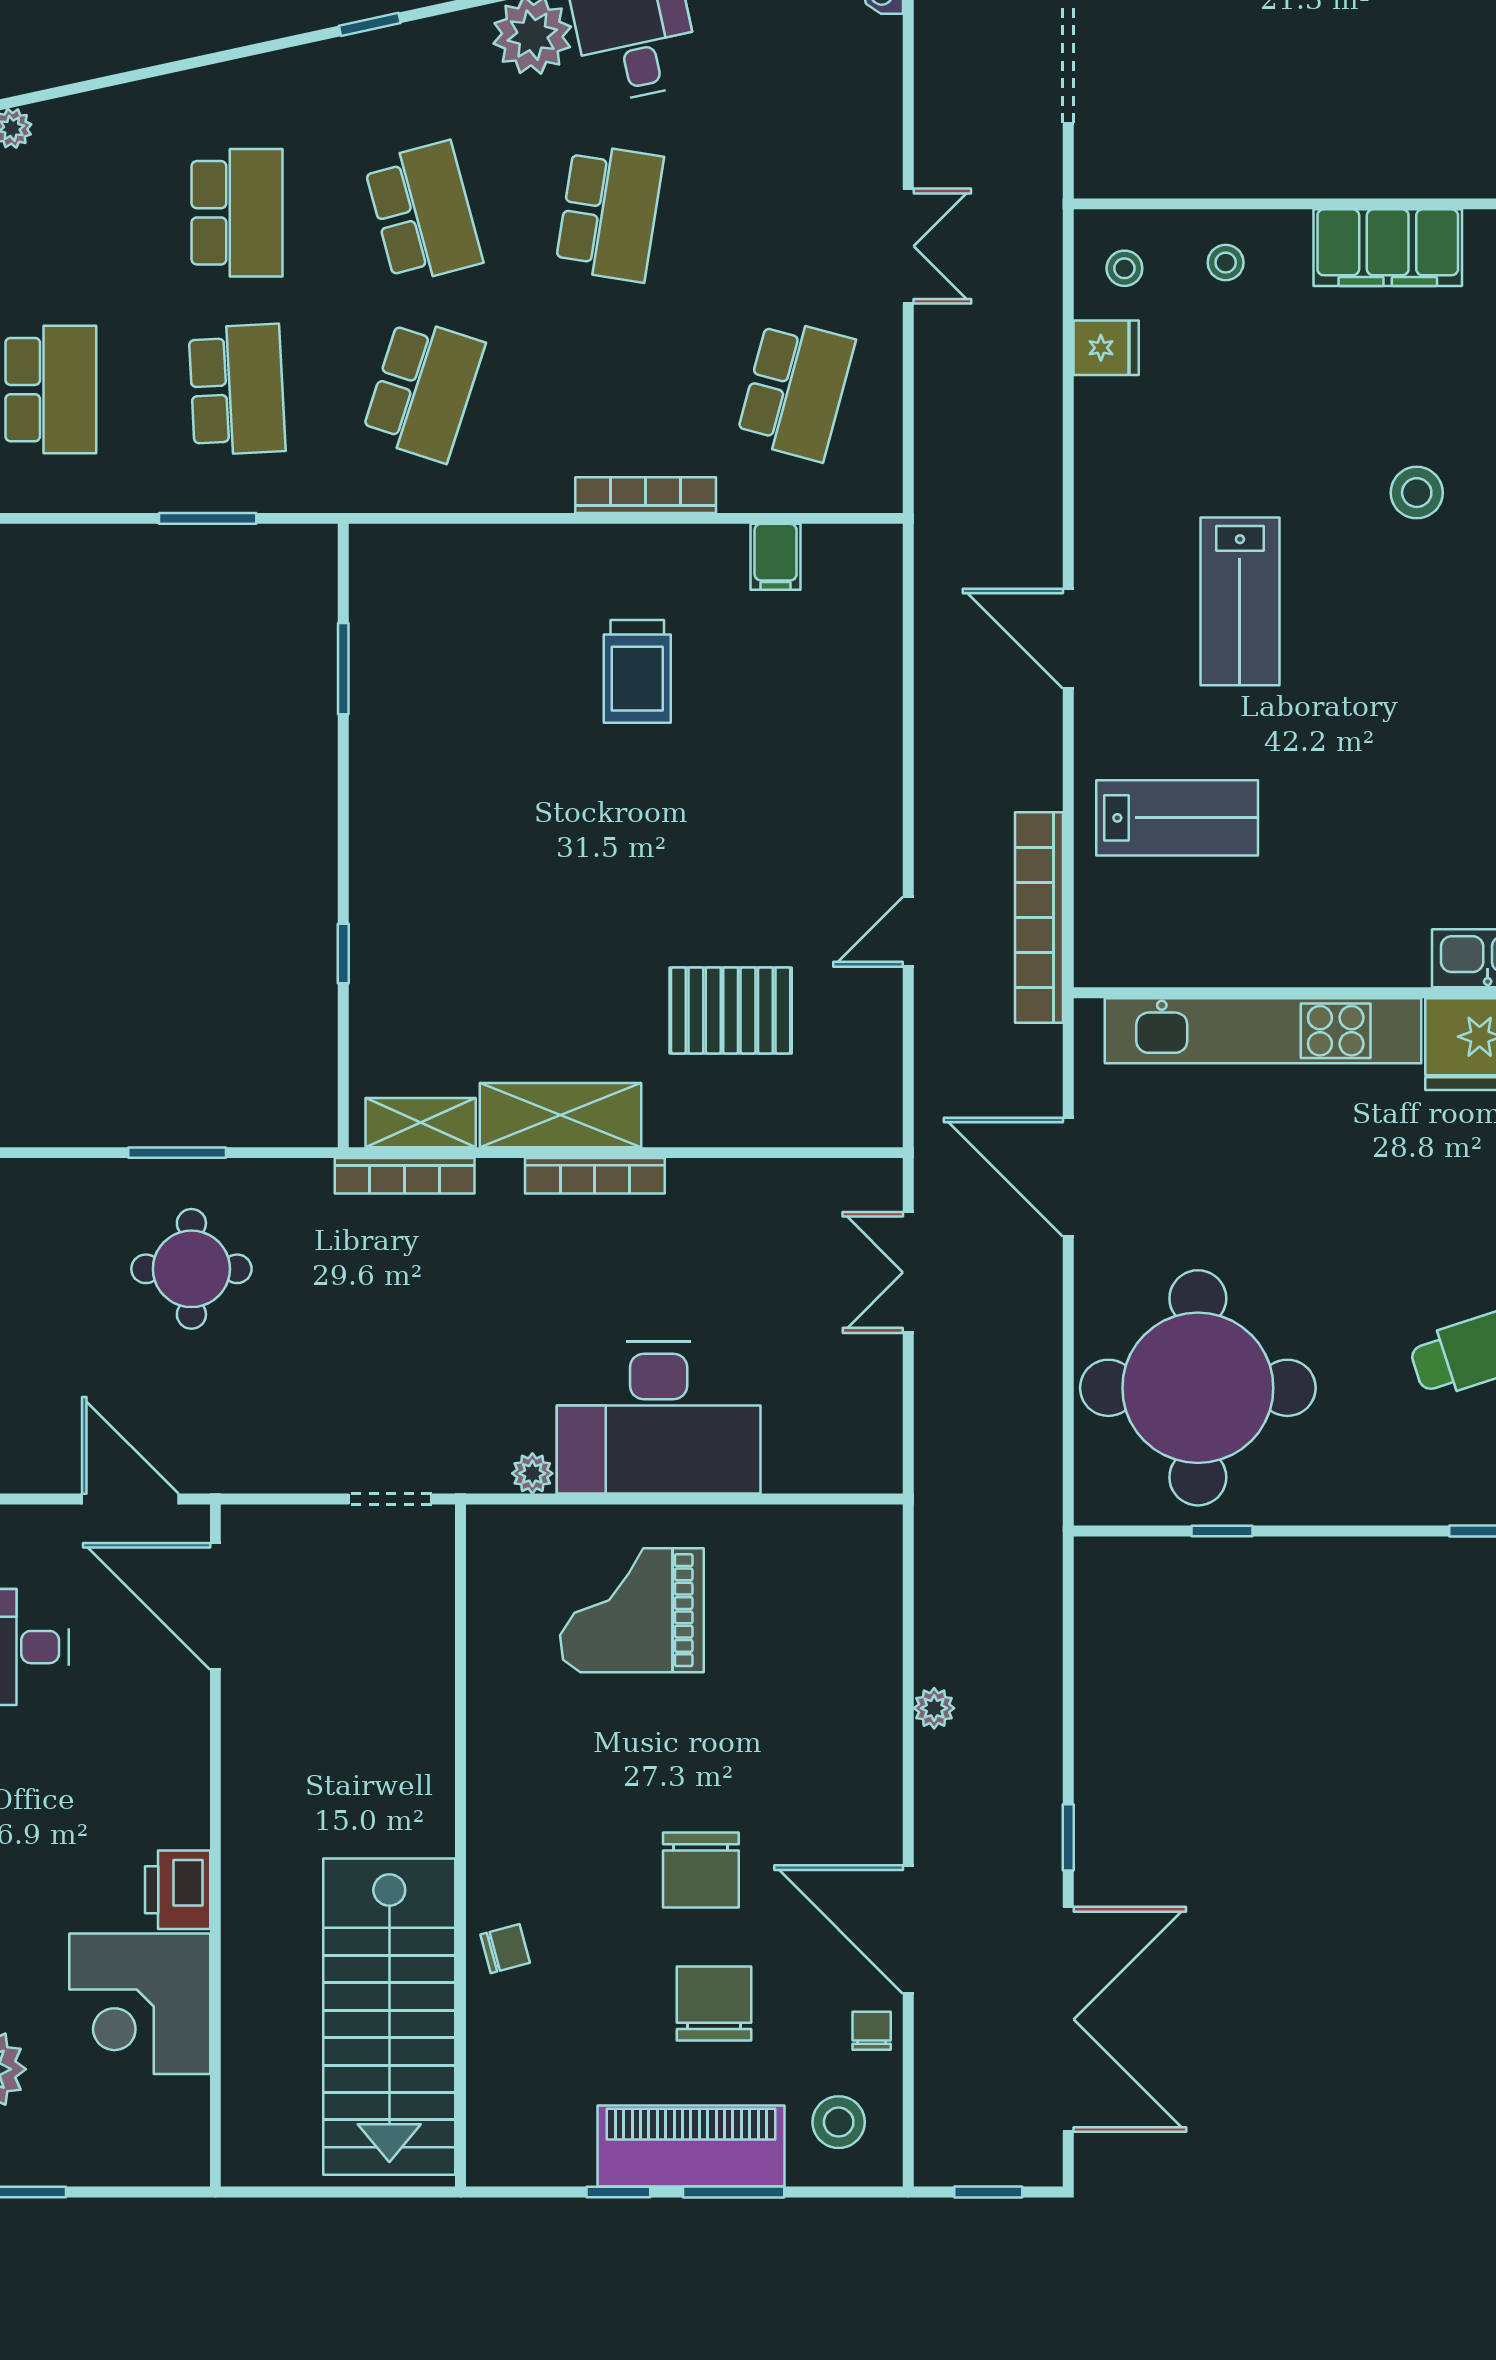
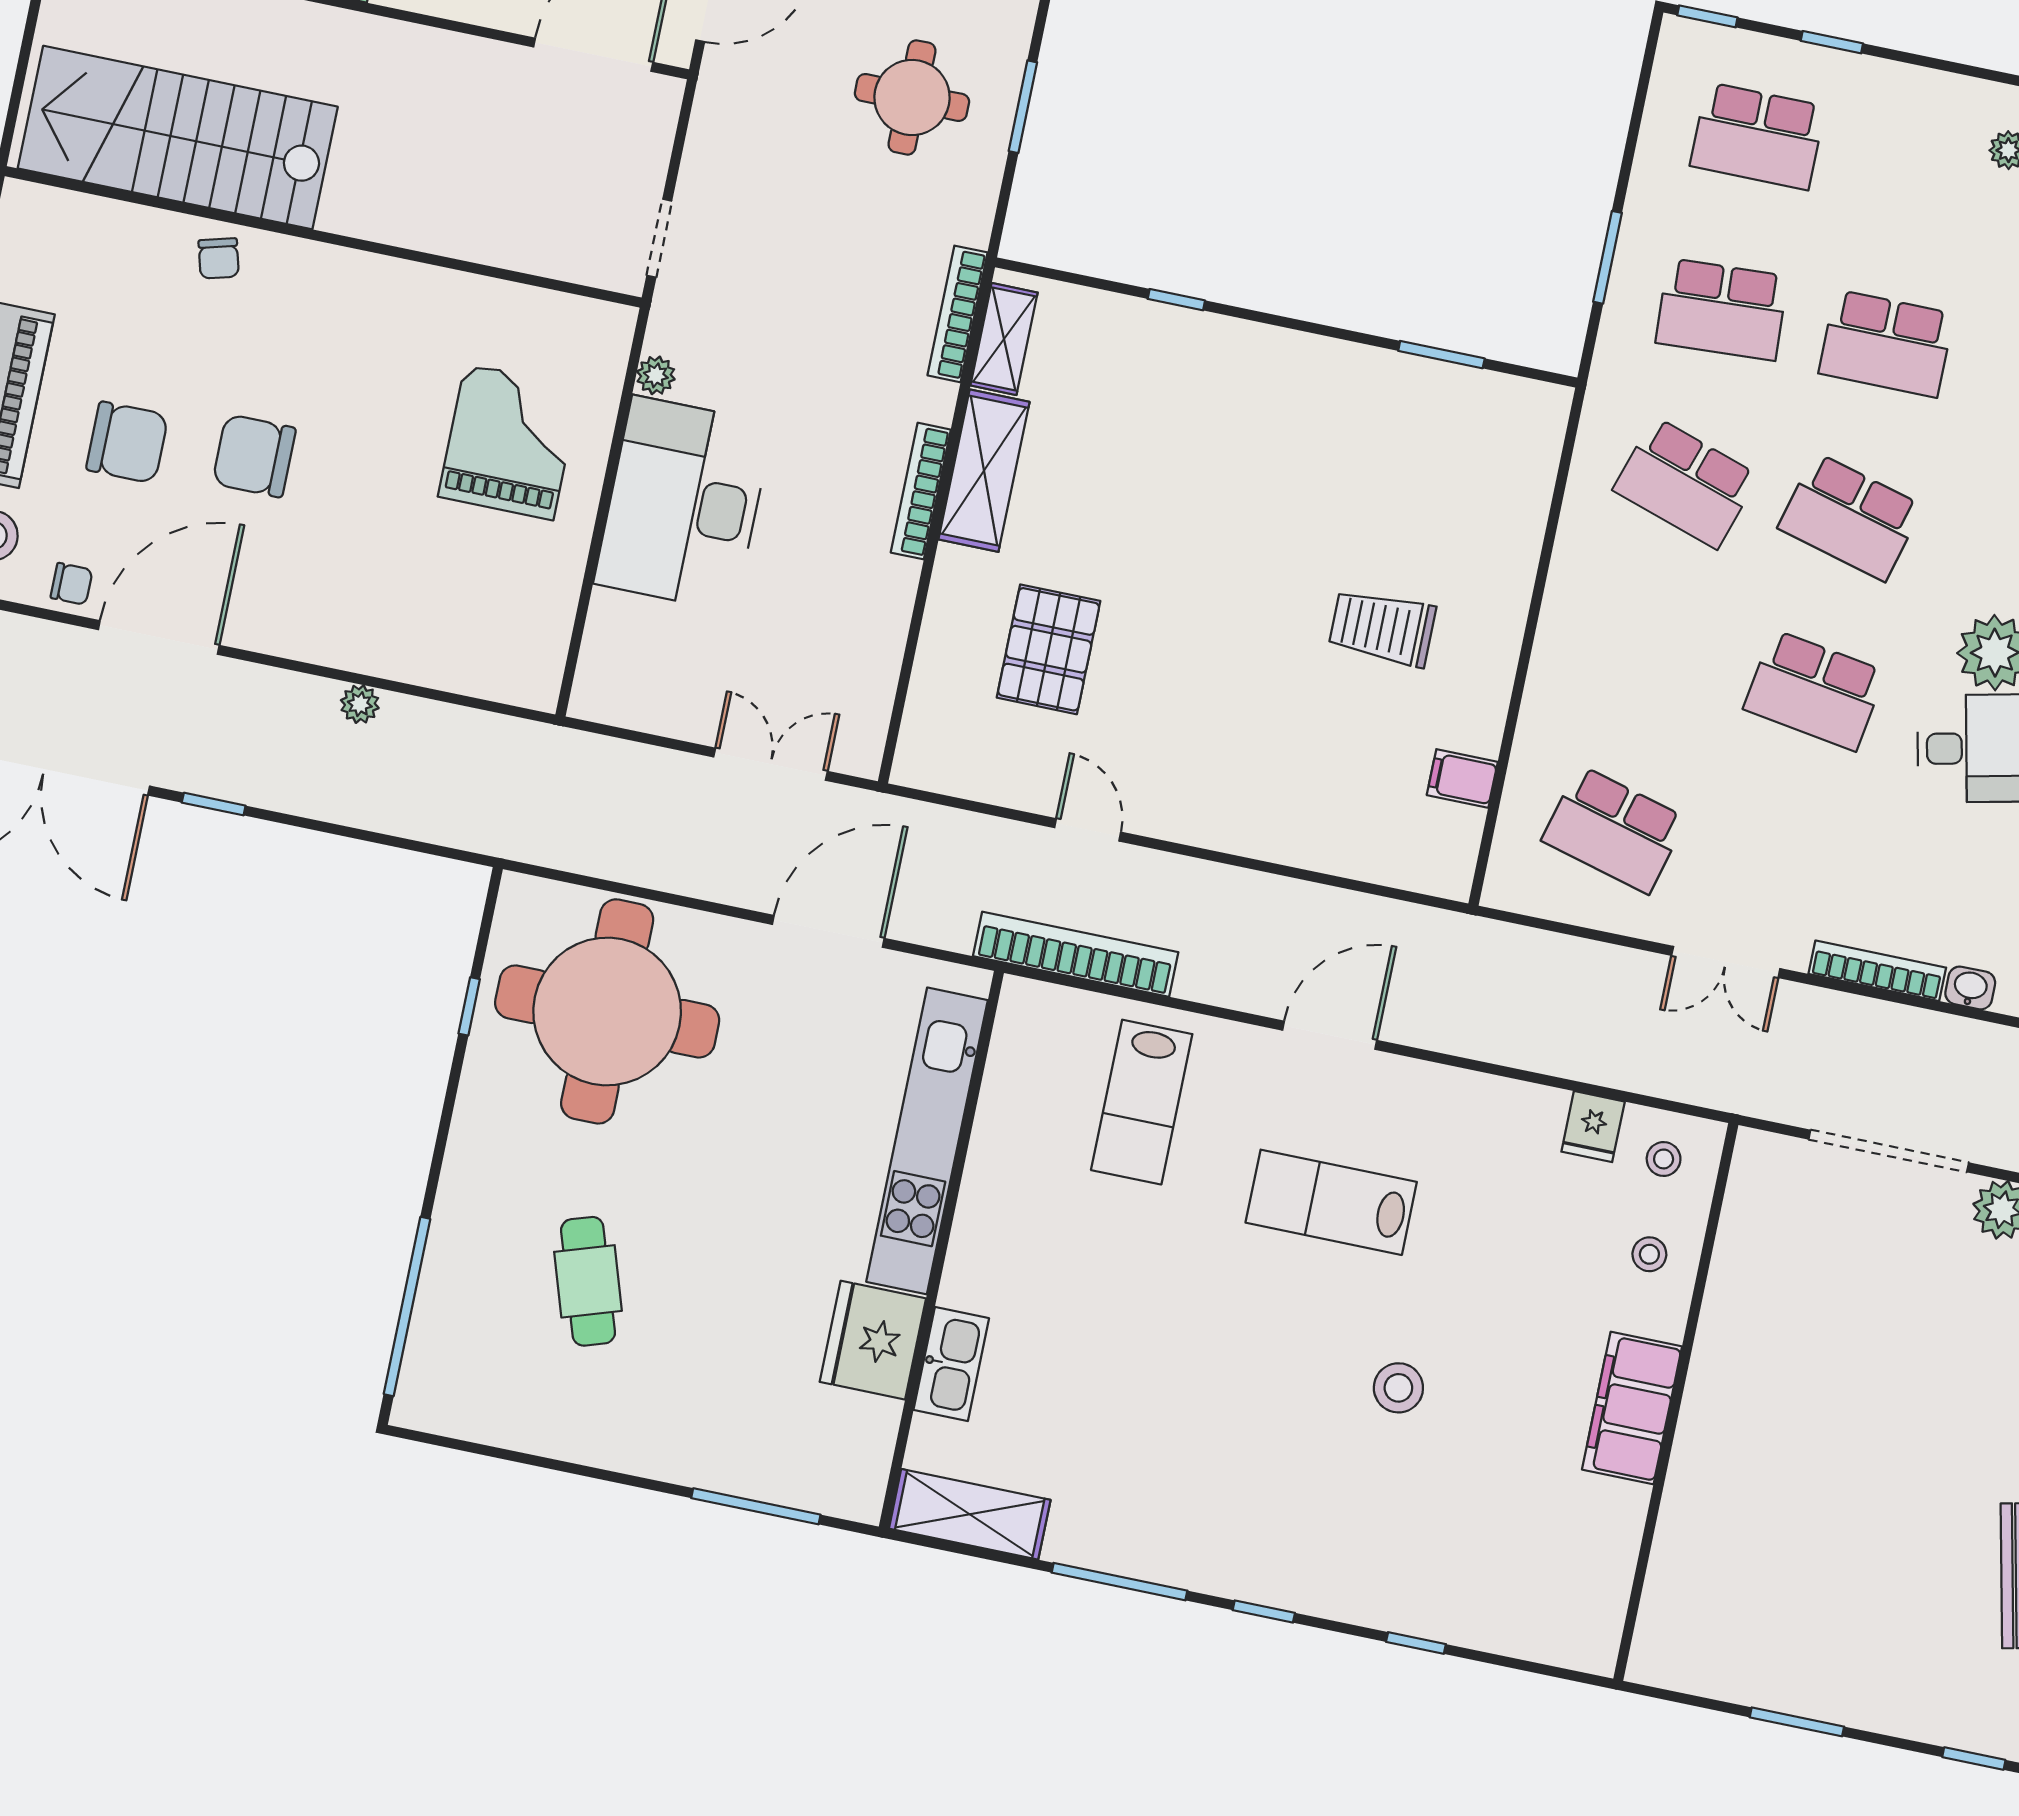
school desk: (423, 213) -> (1850, 517), turned 30
bookcase: (646, 495) -> (1877, 971), moved, turned -90

